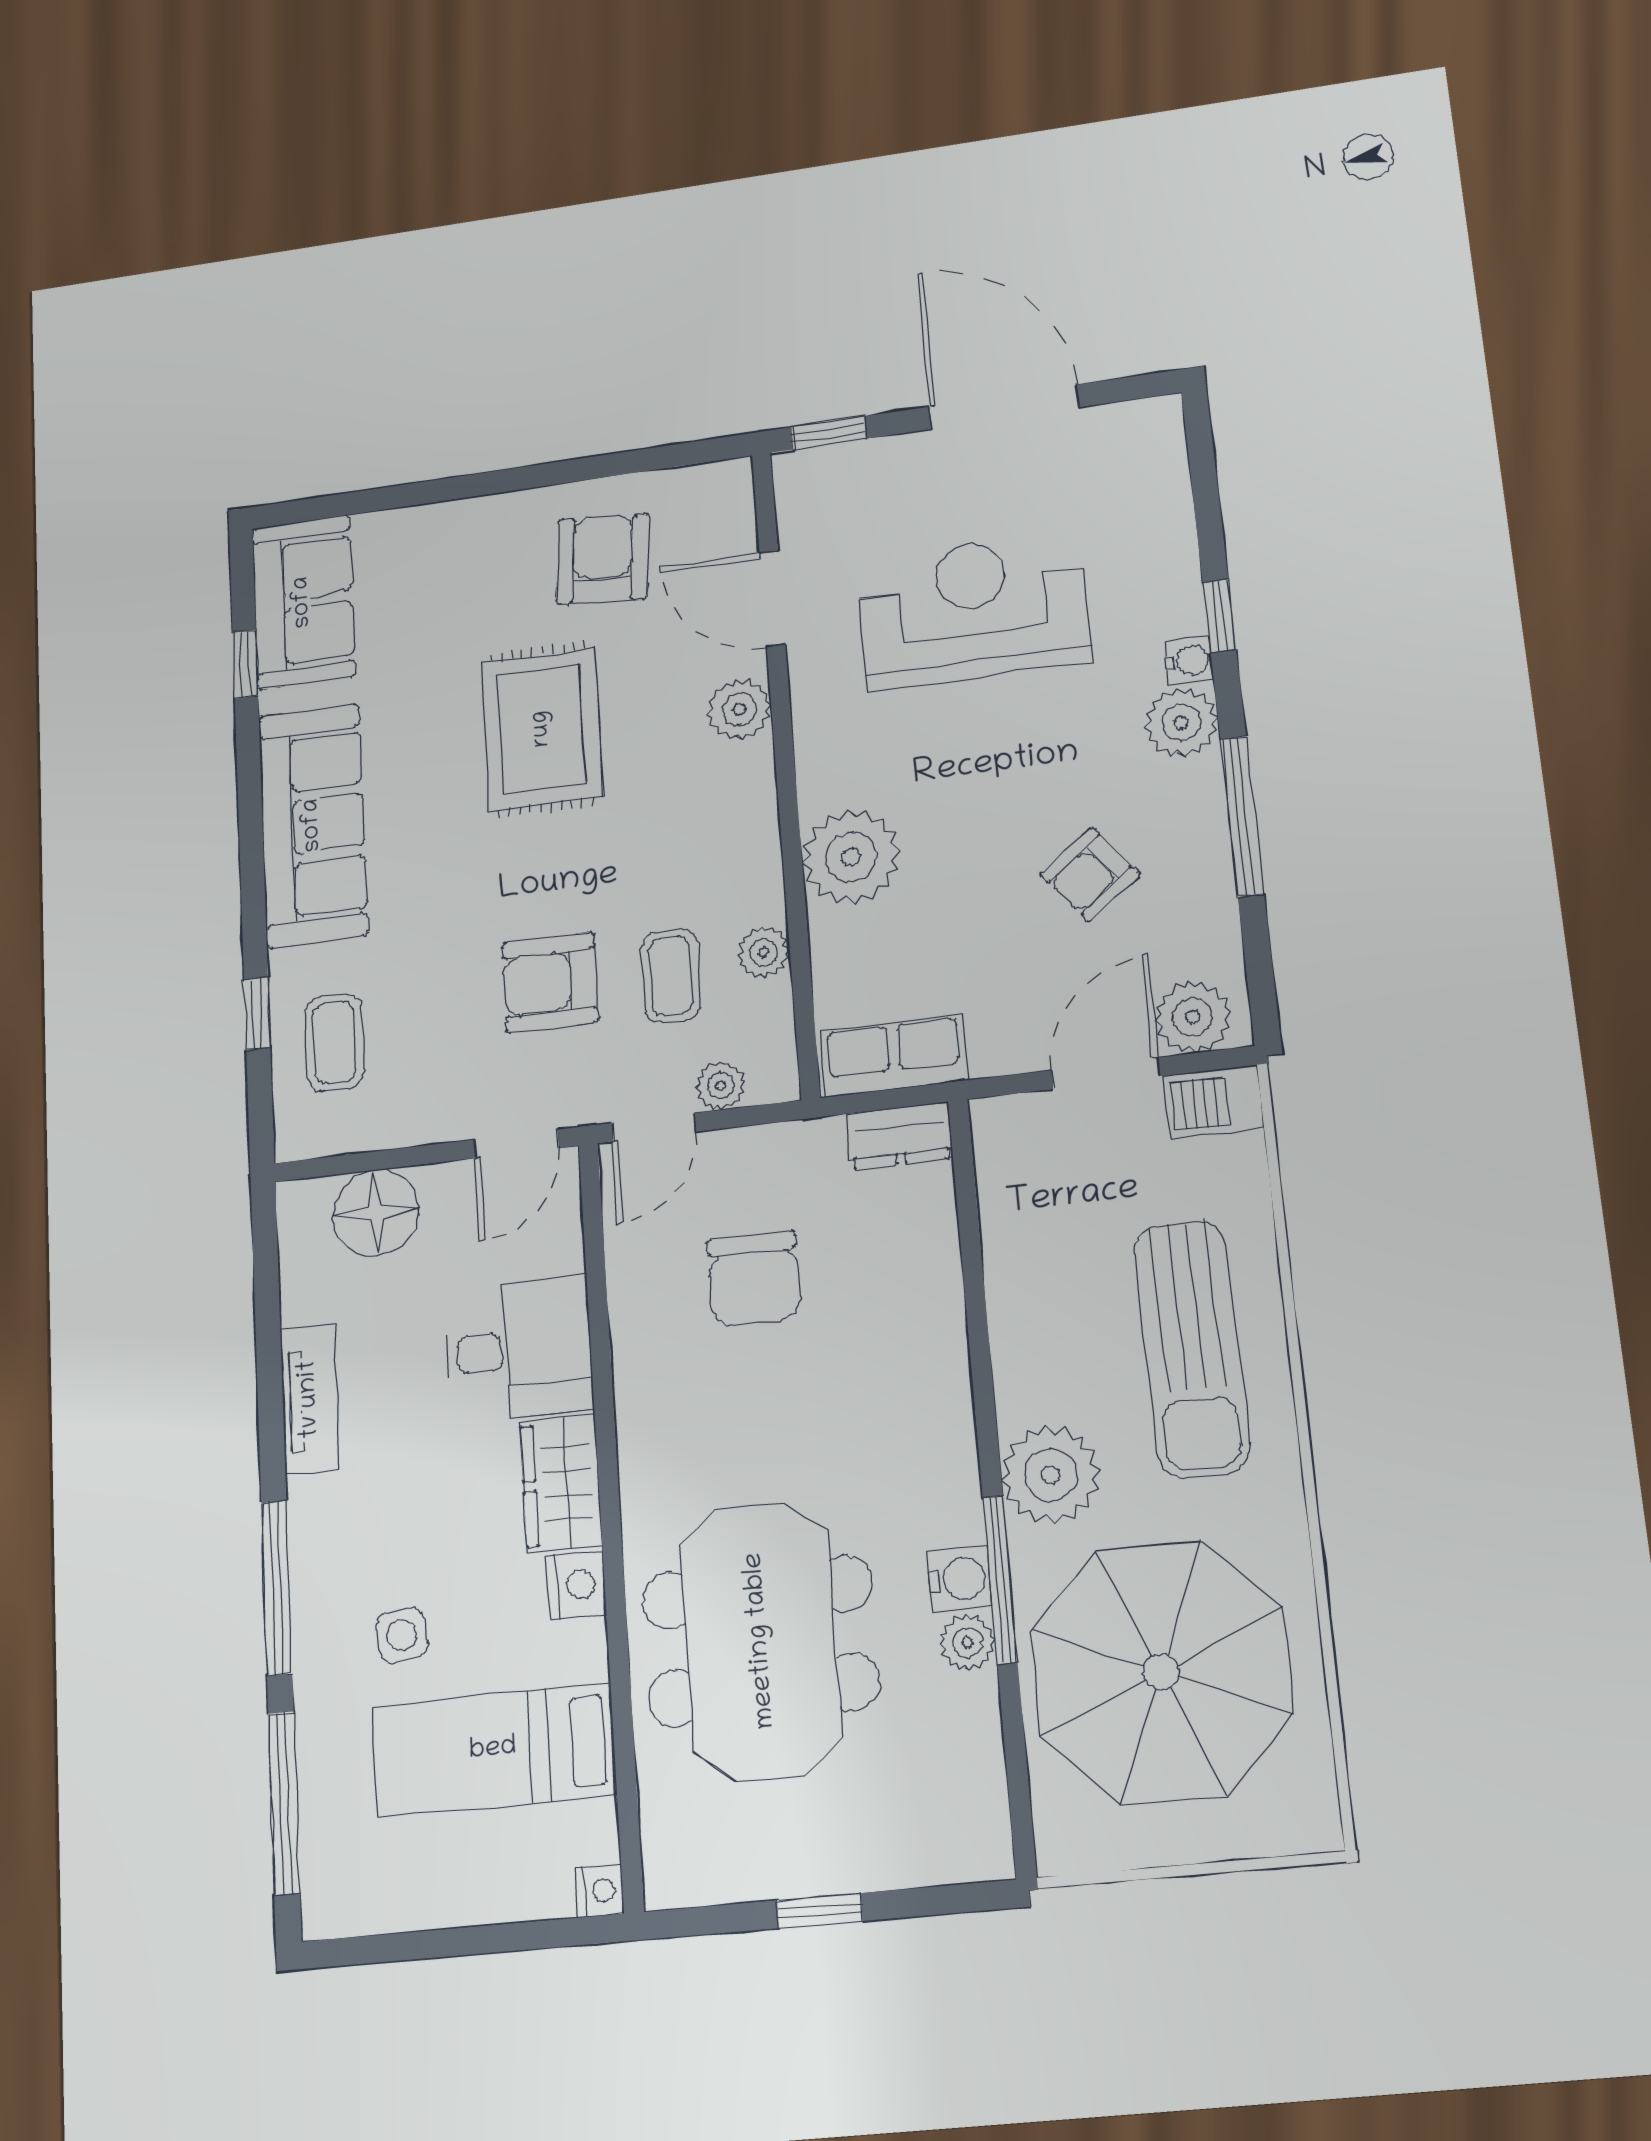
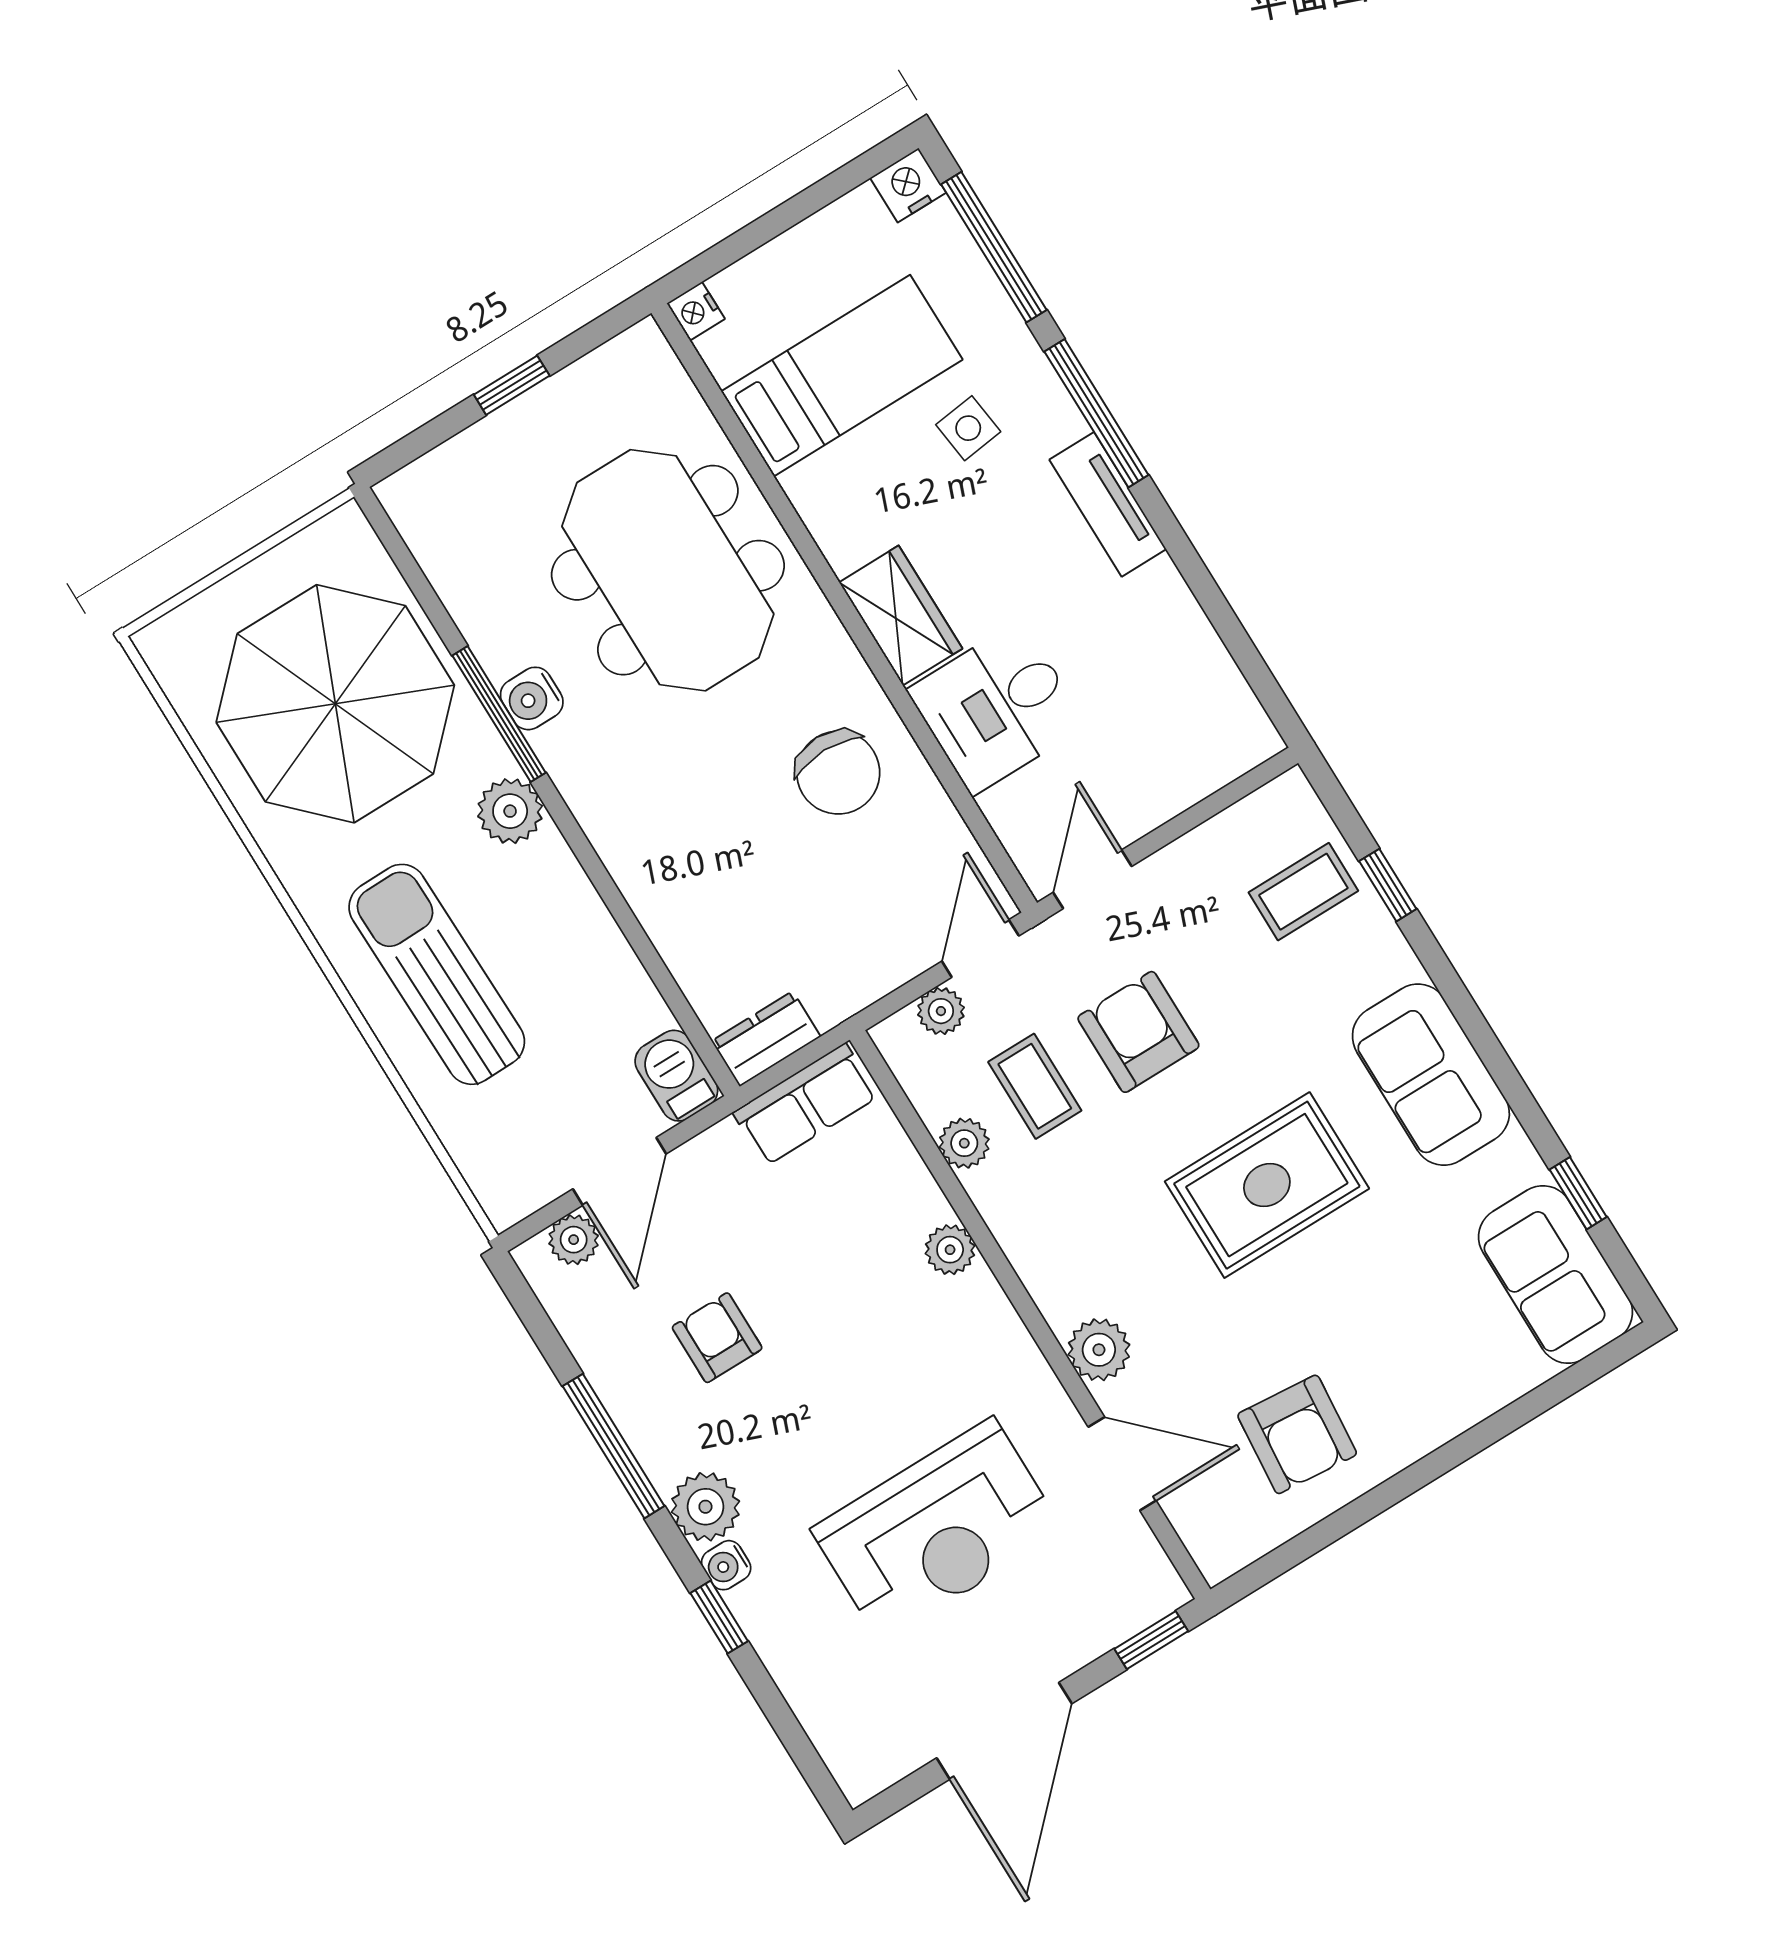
door: (1004, 407) -> (1004, 1731), hinge flipped
rug: (542, 729) -> (1267, 1185), moved, turned 90
sofa: (313, 825) -> (1431, 1075), width x0.73
plant: (851, 857) -> (950, 1250), width x0.53, depth x0.53
armchair: (1090, 874) -> (717, 1338), turned -52
armchair: (550, 982) -> (1138, 1032), turned -90
plant: (1193, 1017) -> (574, 1240), width x0.73, depth x0.73
coffee table: (334, 1042) -> (1303, 892), turned 90
barbecue: (1214, 1102) -> (676, 1076), moved, turned -90
floor lamp: (376, 1213) -> (1184, 763), removed
chair: (754, 1279) -> (838, 773), moved, turned 180
tv unit: (310, 1399) -> (1108, 504), moved
plant: (1051, 1475) -> (510, 811), width x0.73, depth x0.73
nightstand: (576, 1585) -> (908, 185), moved, turned 90
plant: (967, 1643) -> (500, 651), removed

